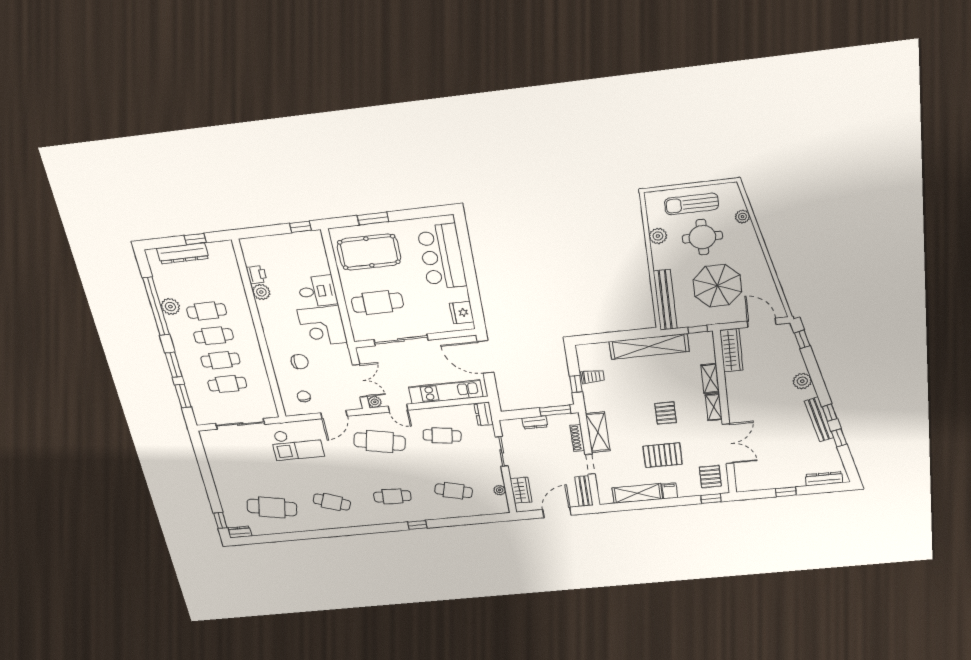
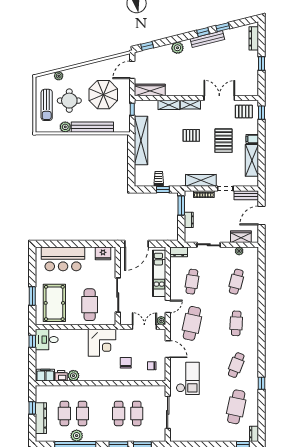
filing cabinet: (252, 252) -> (45, 375), added
desk: (317, 291) -> (47, 340), moved, turned -90
bench: (665, 300) -> (92, 127), moved
cafe table: (214, 336) -> (64, 413), moved
door: (557, 512) -> (261, 216), hinge flipped
window: (417, 525) -> (261, 383), moved

